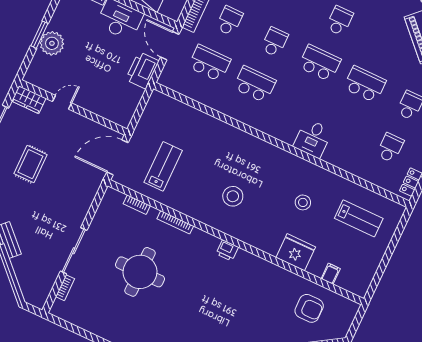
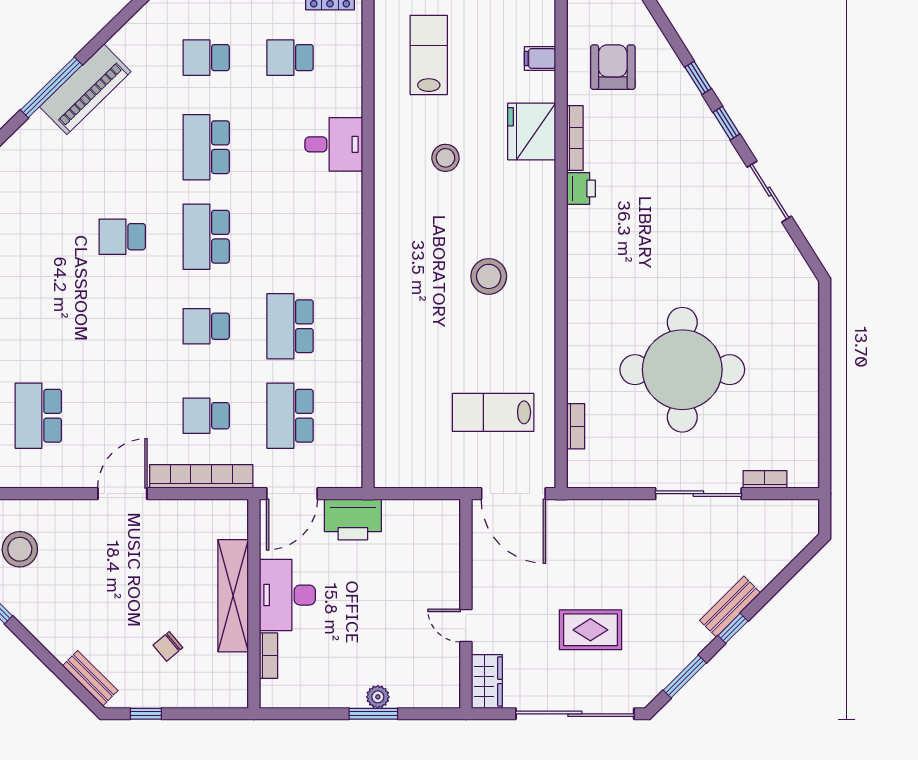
plant: (52, 43) -> (378, 697), width x0.53, depth x0.53
desk: (313, 138) -> (334, 144), moved
bookcase: (175, 222) -> (575, 138), moved
printer: (227, 250) -> (581, 189), moved
round table: (140, 272) -> (682, 370), width x1.36, depth x1.36

